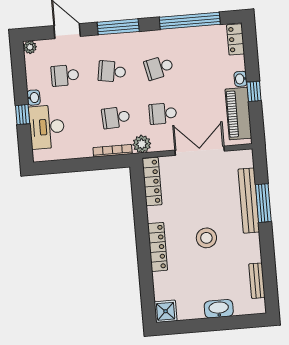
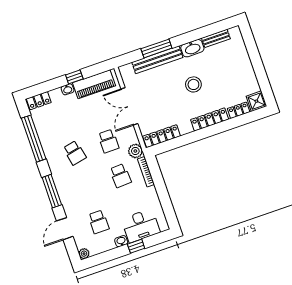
school desk: (112, 71) -> (87, 187), removed
locker: (160, 286) -> (239, 110), added
washbasin: (219, 309) -> (192, 48), moved, turned -90

